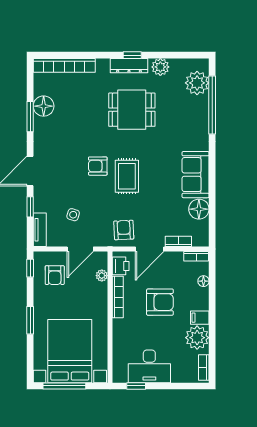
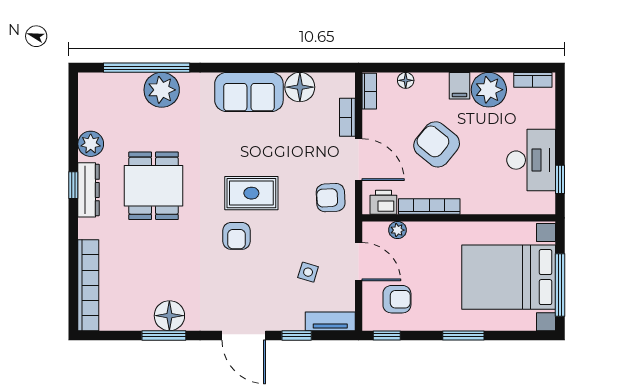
plant: (197, 83) -> (162, 90), moved
floor lamp: (44, 106) -> (169, 316), moved
armchair: (160, 302) -> (437, 144), turned -51

